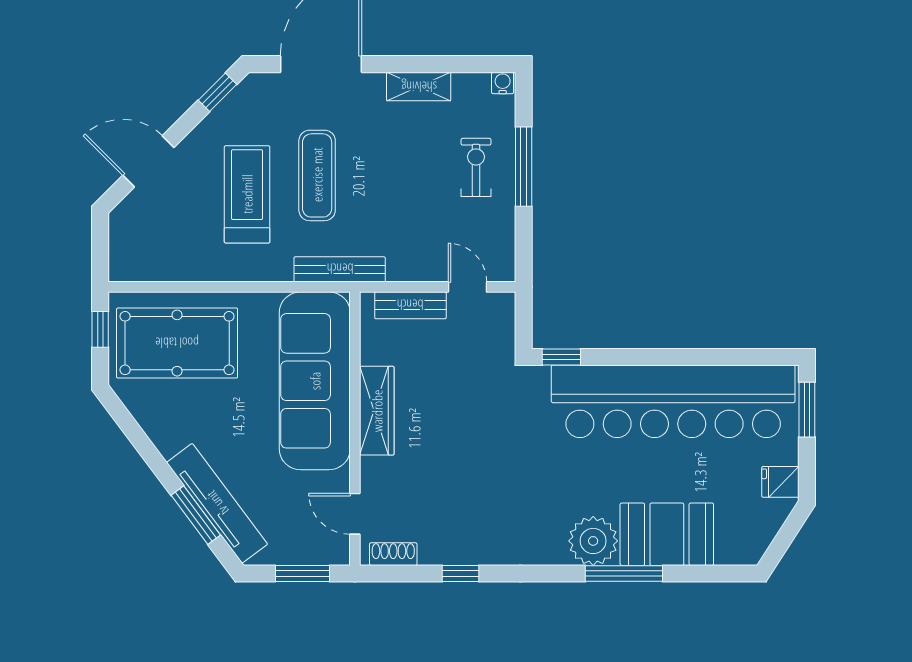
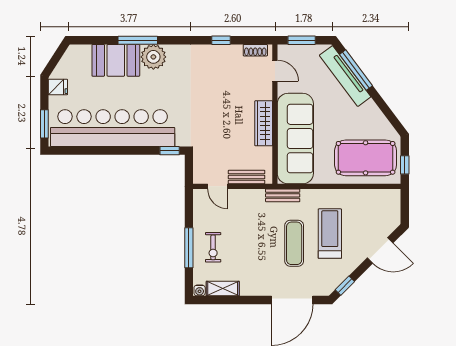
shelving: (419, 87) -> (223, 289), moved
treadmill: (247, 194) -> (330, 234), turned 180
bench: (340, 269) -> (283, 195), width x0.73
window: (196, 515) -> (356, 70), width x1.44

